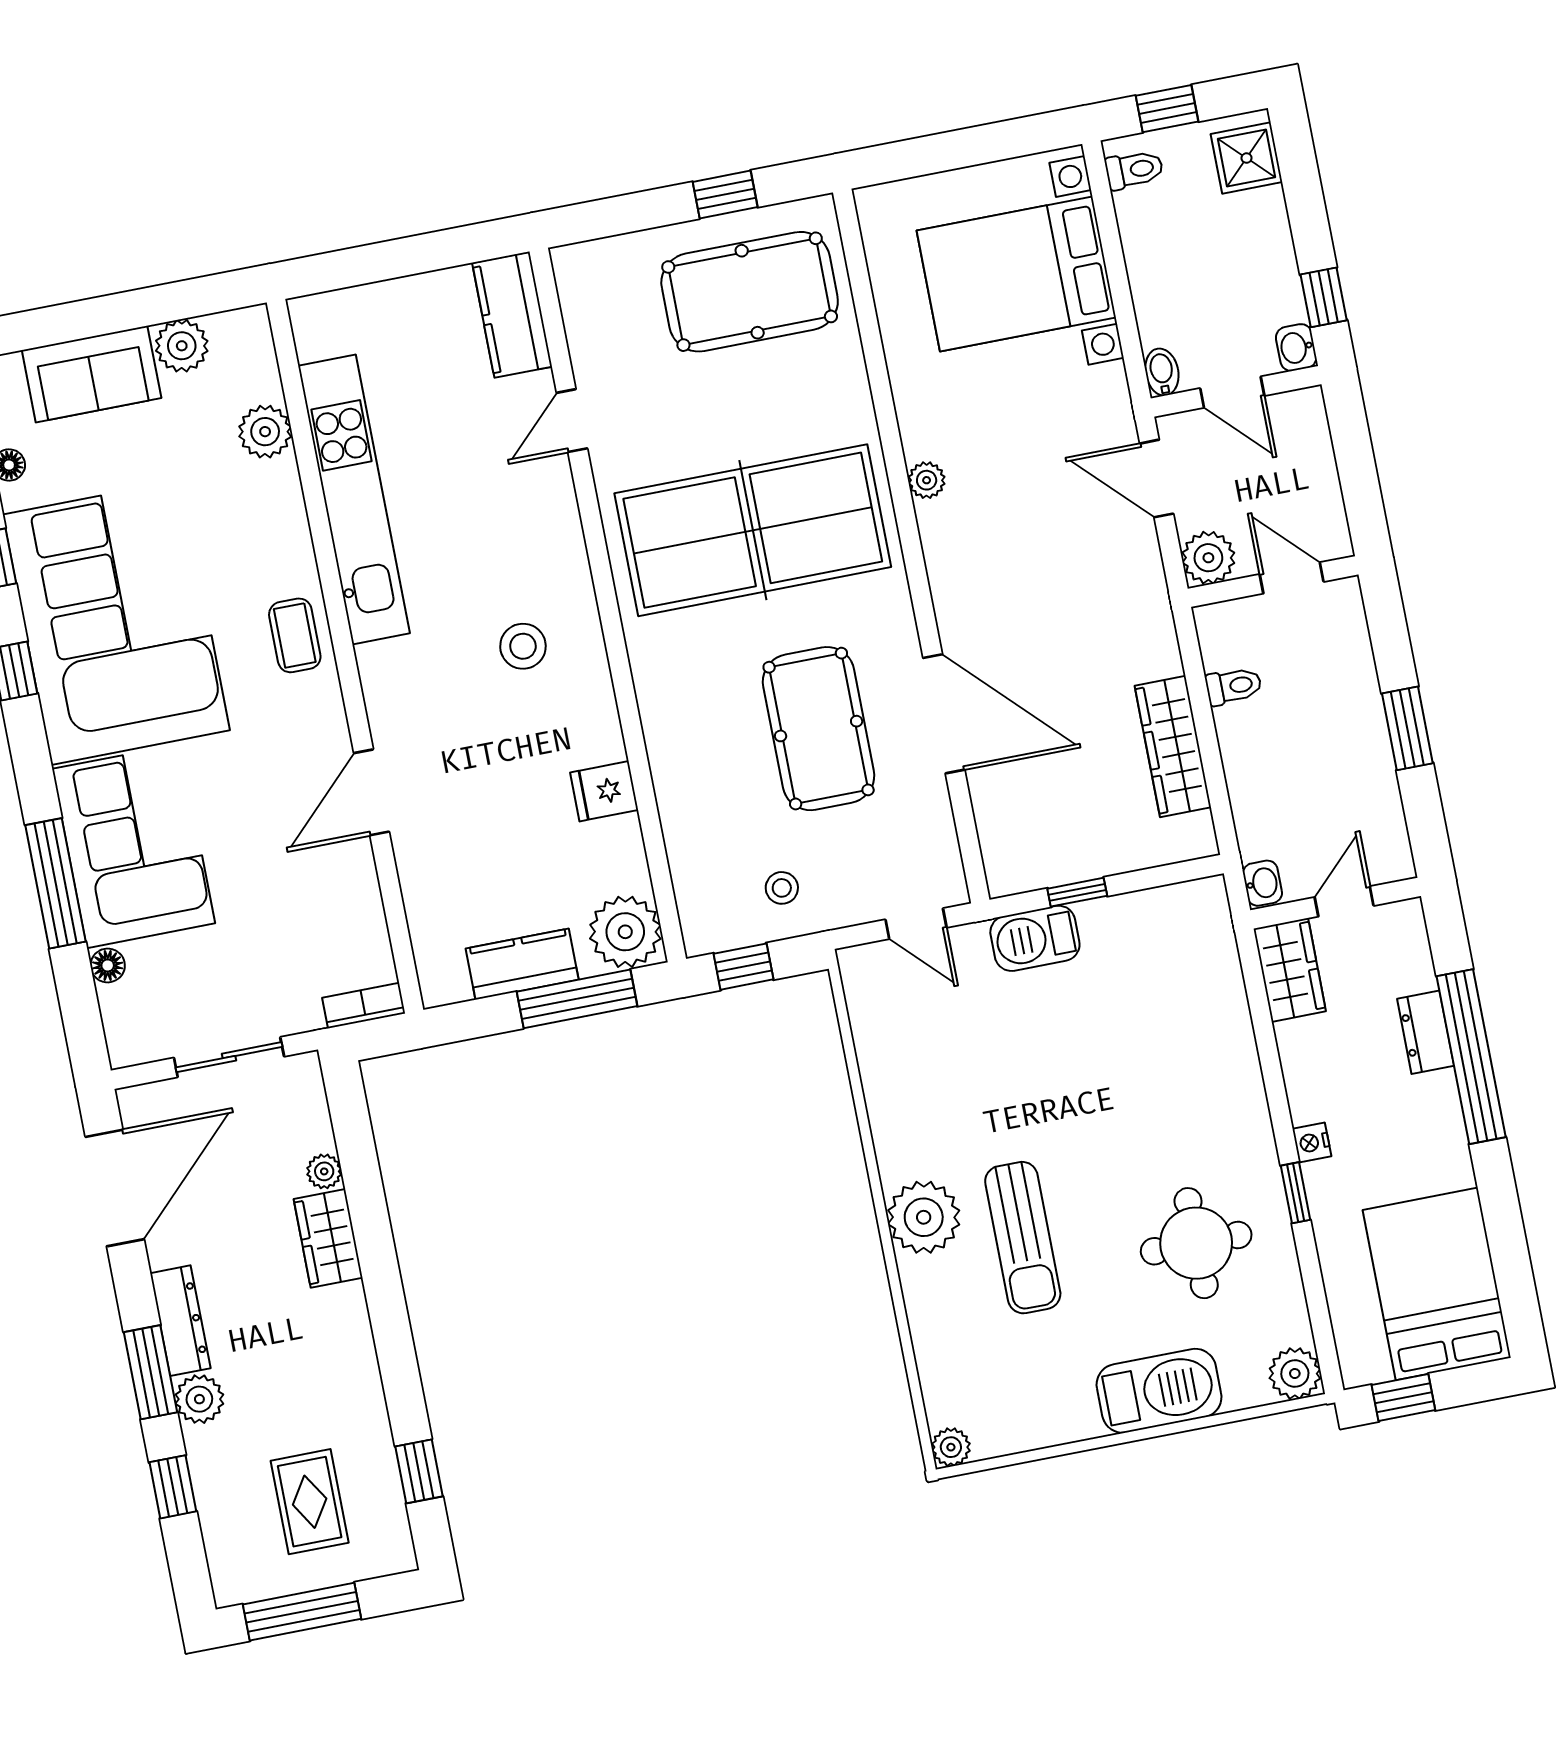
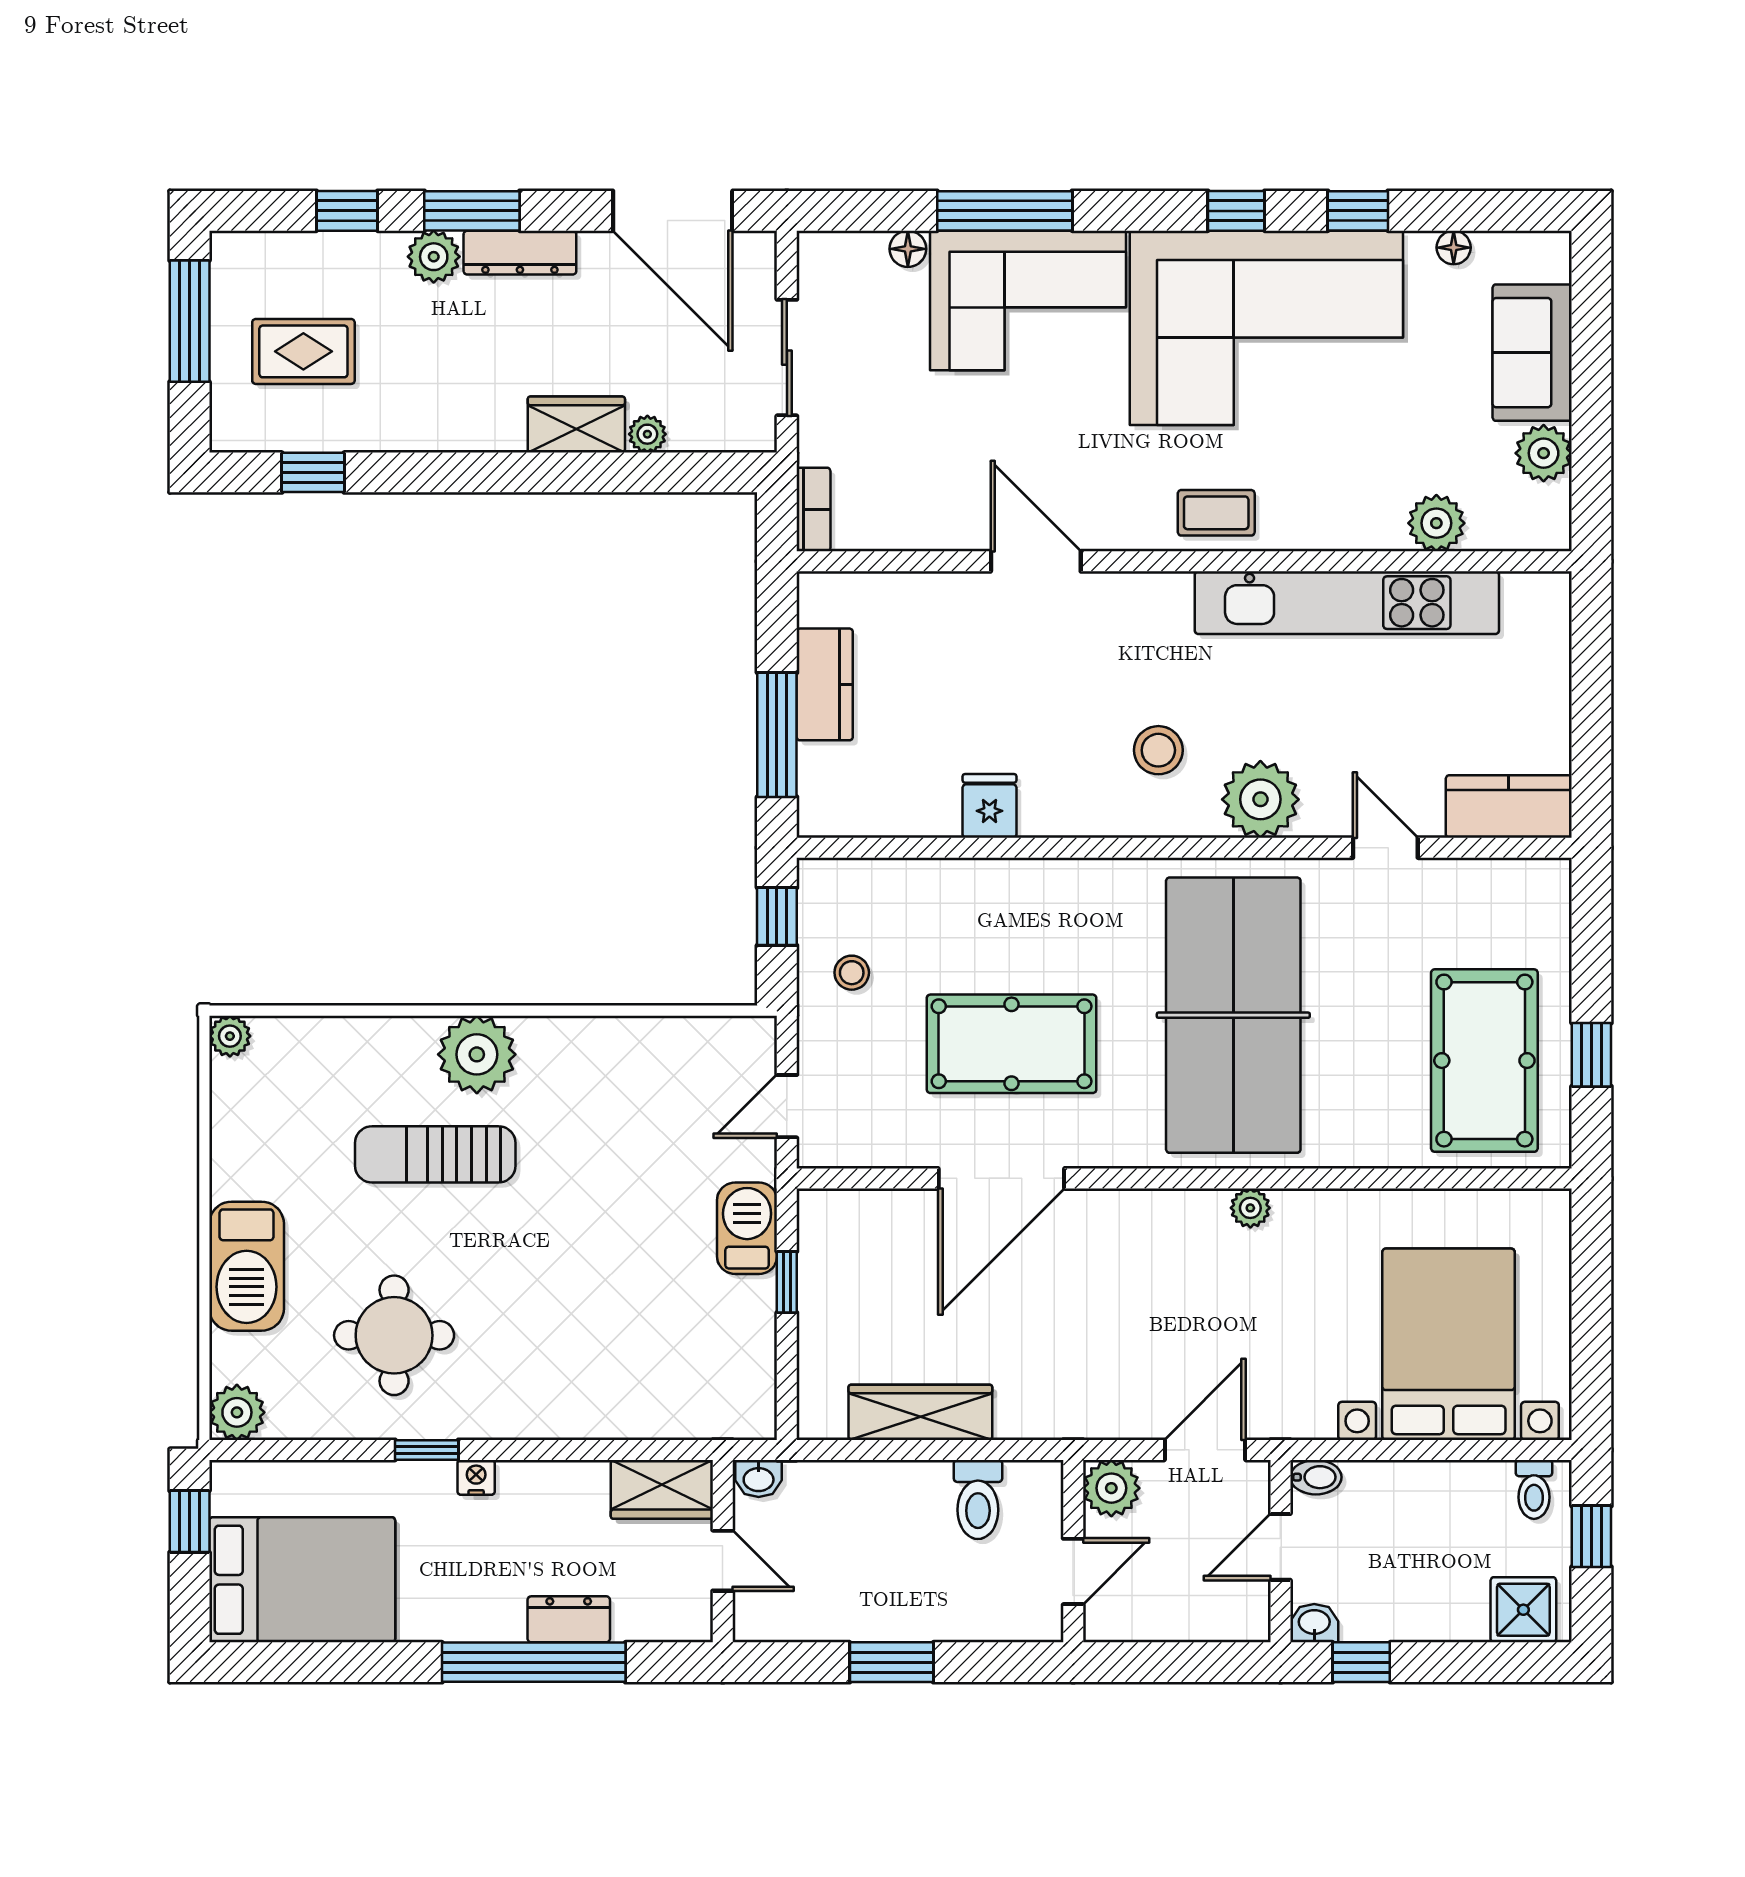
toilet: (1234, 686) -> (978, 1499), width x1.37, depth x1.39
plant: (625, 932) -> (1260, 799), moved

